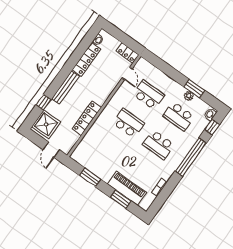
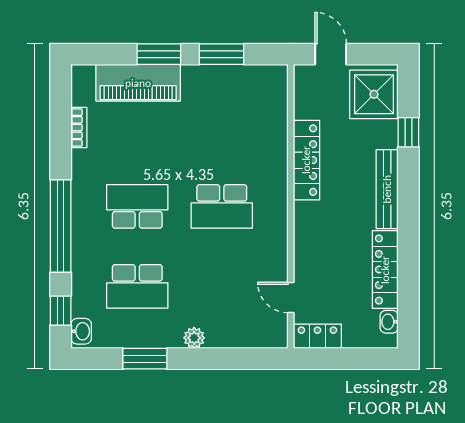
school desk: (149, 95) -> (222, 286), removed
plant: (189, 96) -> (194, 338), moved
school desk: (179, 116) -> (137, 286), turned 180
window: (121, 199) -> (159, 54), moved

